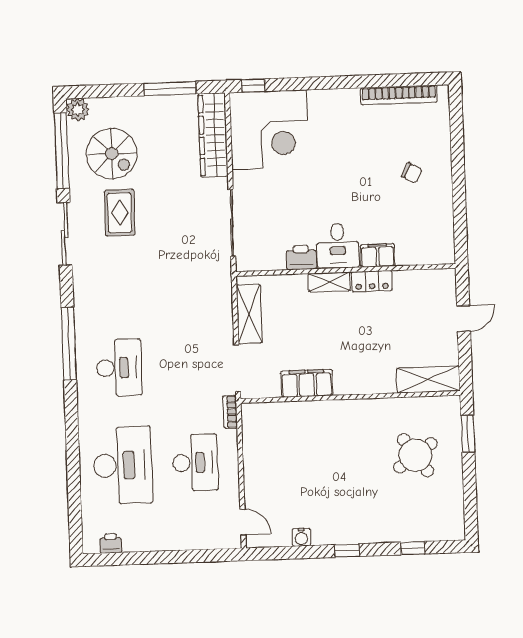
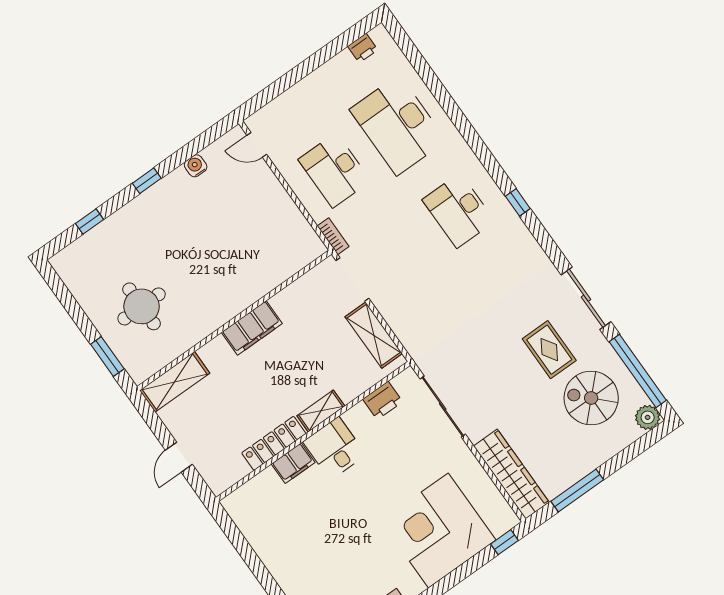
corner desk: (269, 130) -> (438, 530), moved
chair: (412, 173) -> (311, 557), removed
printer: (301, 257) -> (383, 400), moved
locker: (372, 281) -> (274, 443), width x1.53
window: (69, 344) -> (518, 202), width x0.32
filing cabinet: (307, 383) -> (252, 328), moved
round table: (415, 455) -> (142, 306), turned 35

